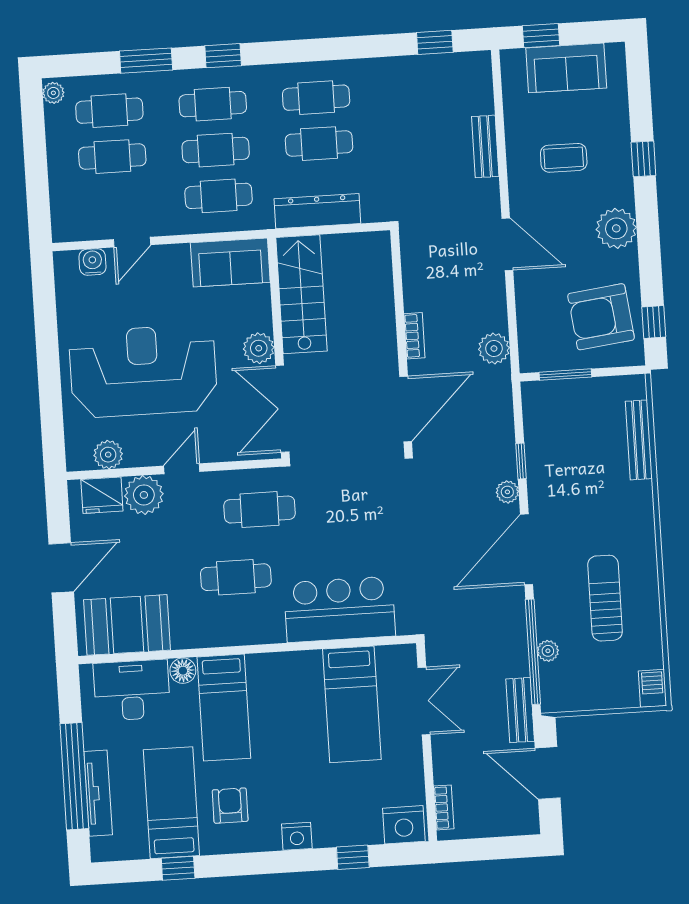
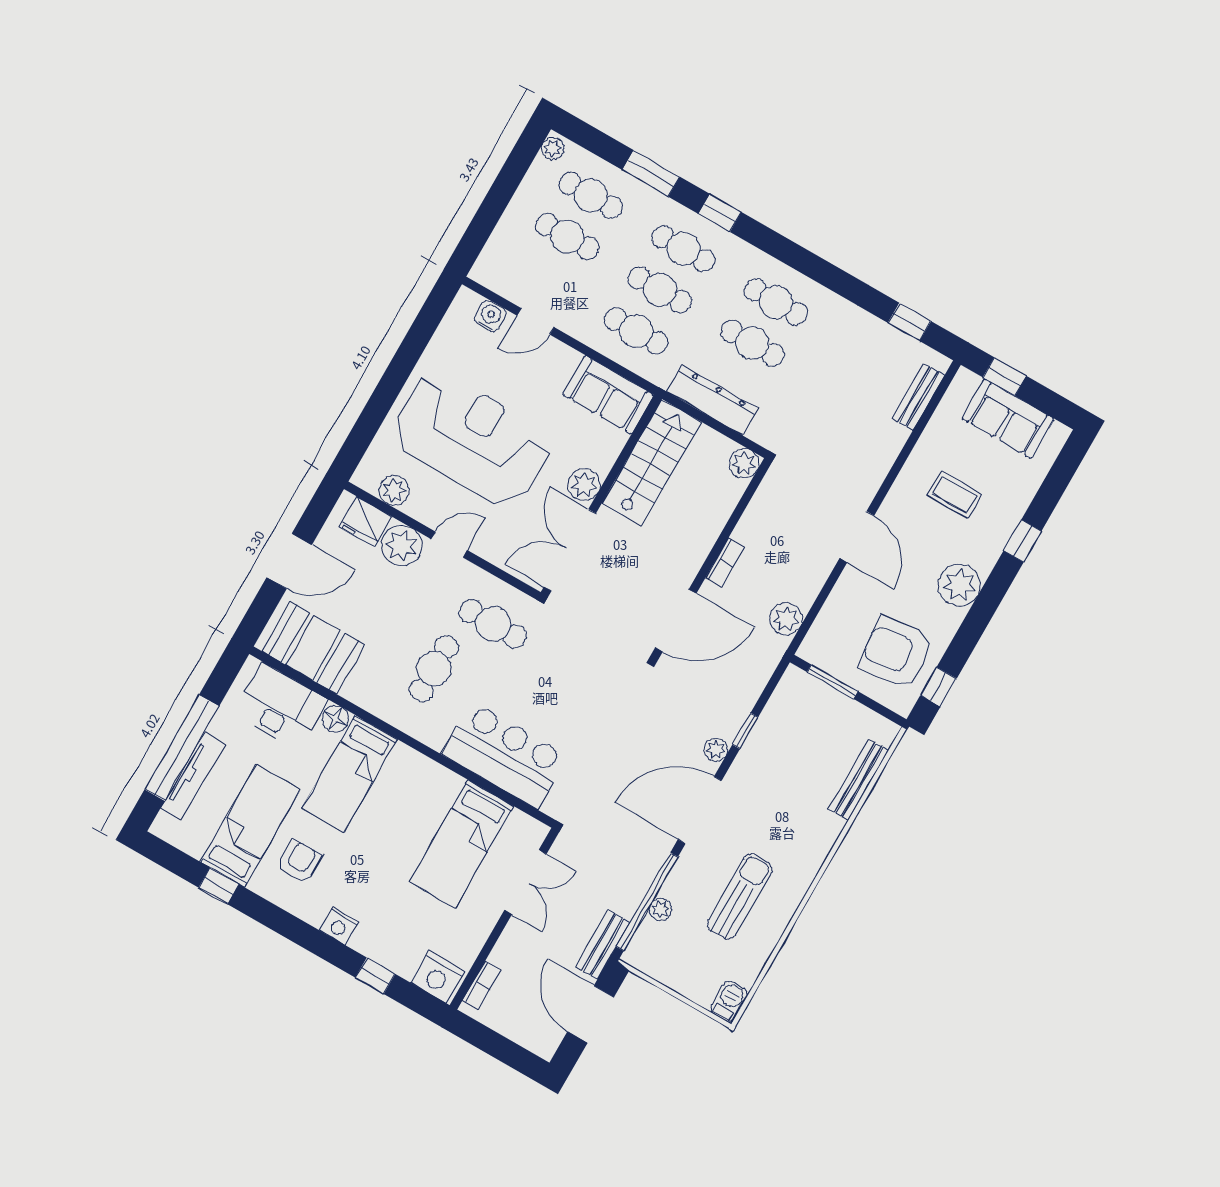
bench: (485, 146) -> (918, 397), moved
plant: (377, 245) -> (744, 463), added
cafe table: (236, 577) -> (434, 669), turned 90

